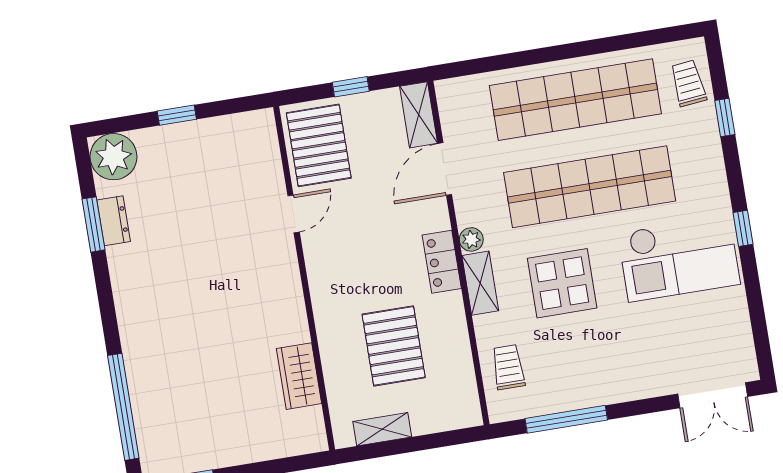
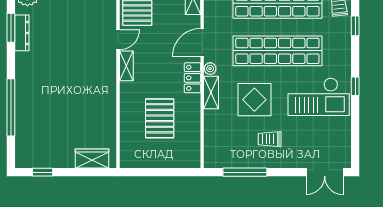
door: (445, 169) -> (202, 43), moved
dresser: (114, 221) -> (22, 33), width x1.44
trolley: (508, 367) -> (270, 139), moved, turned -90
wardrobe: (299, 376) -> (92, 159), moved, turned 90
window: (123, 407) -> (11, 107), moved
shelving: (382, 429) -> (126, 66), moved, turned 90

